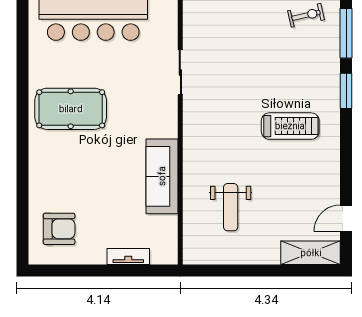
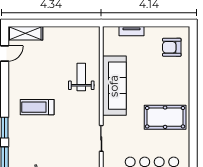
sofa: (162, 176) -> (114, 86), width x1.36, depth x1.27
weight bench: (231, 207) -> (81, 77), moved

